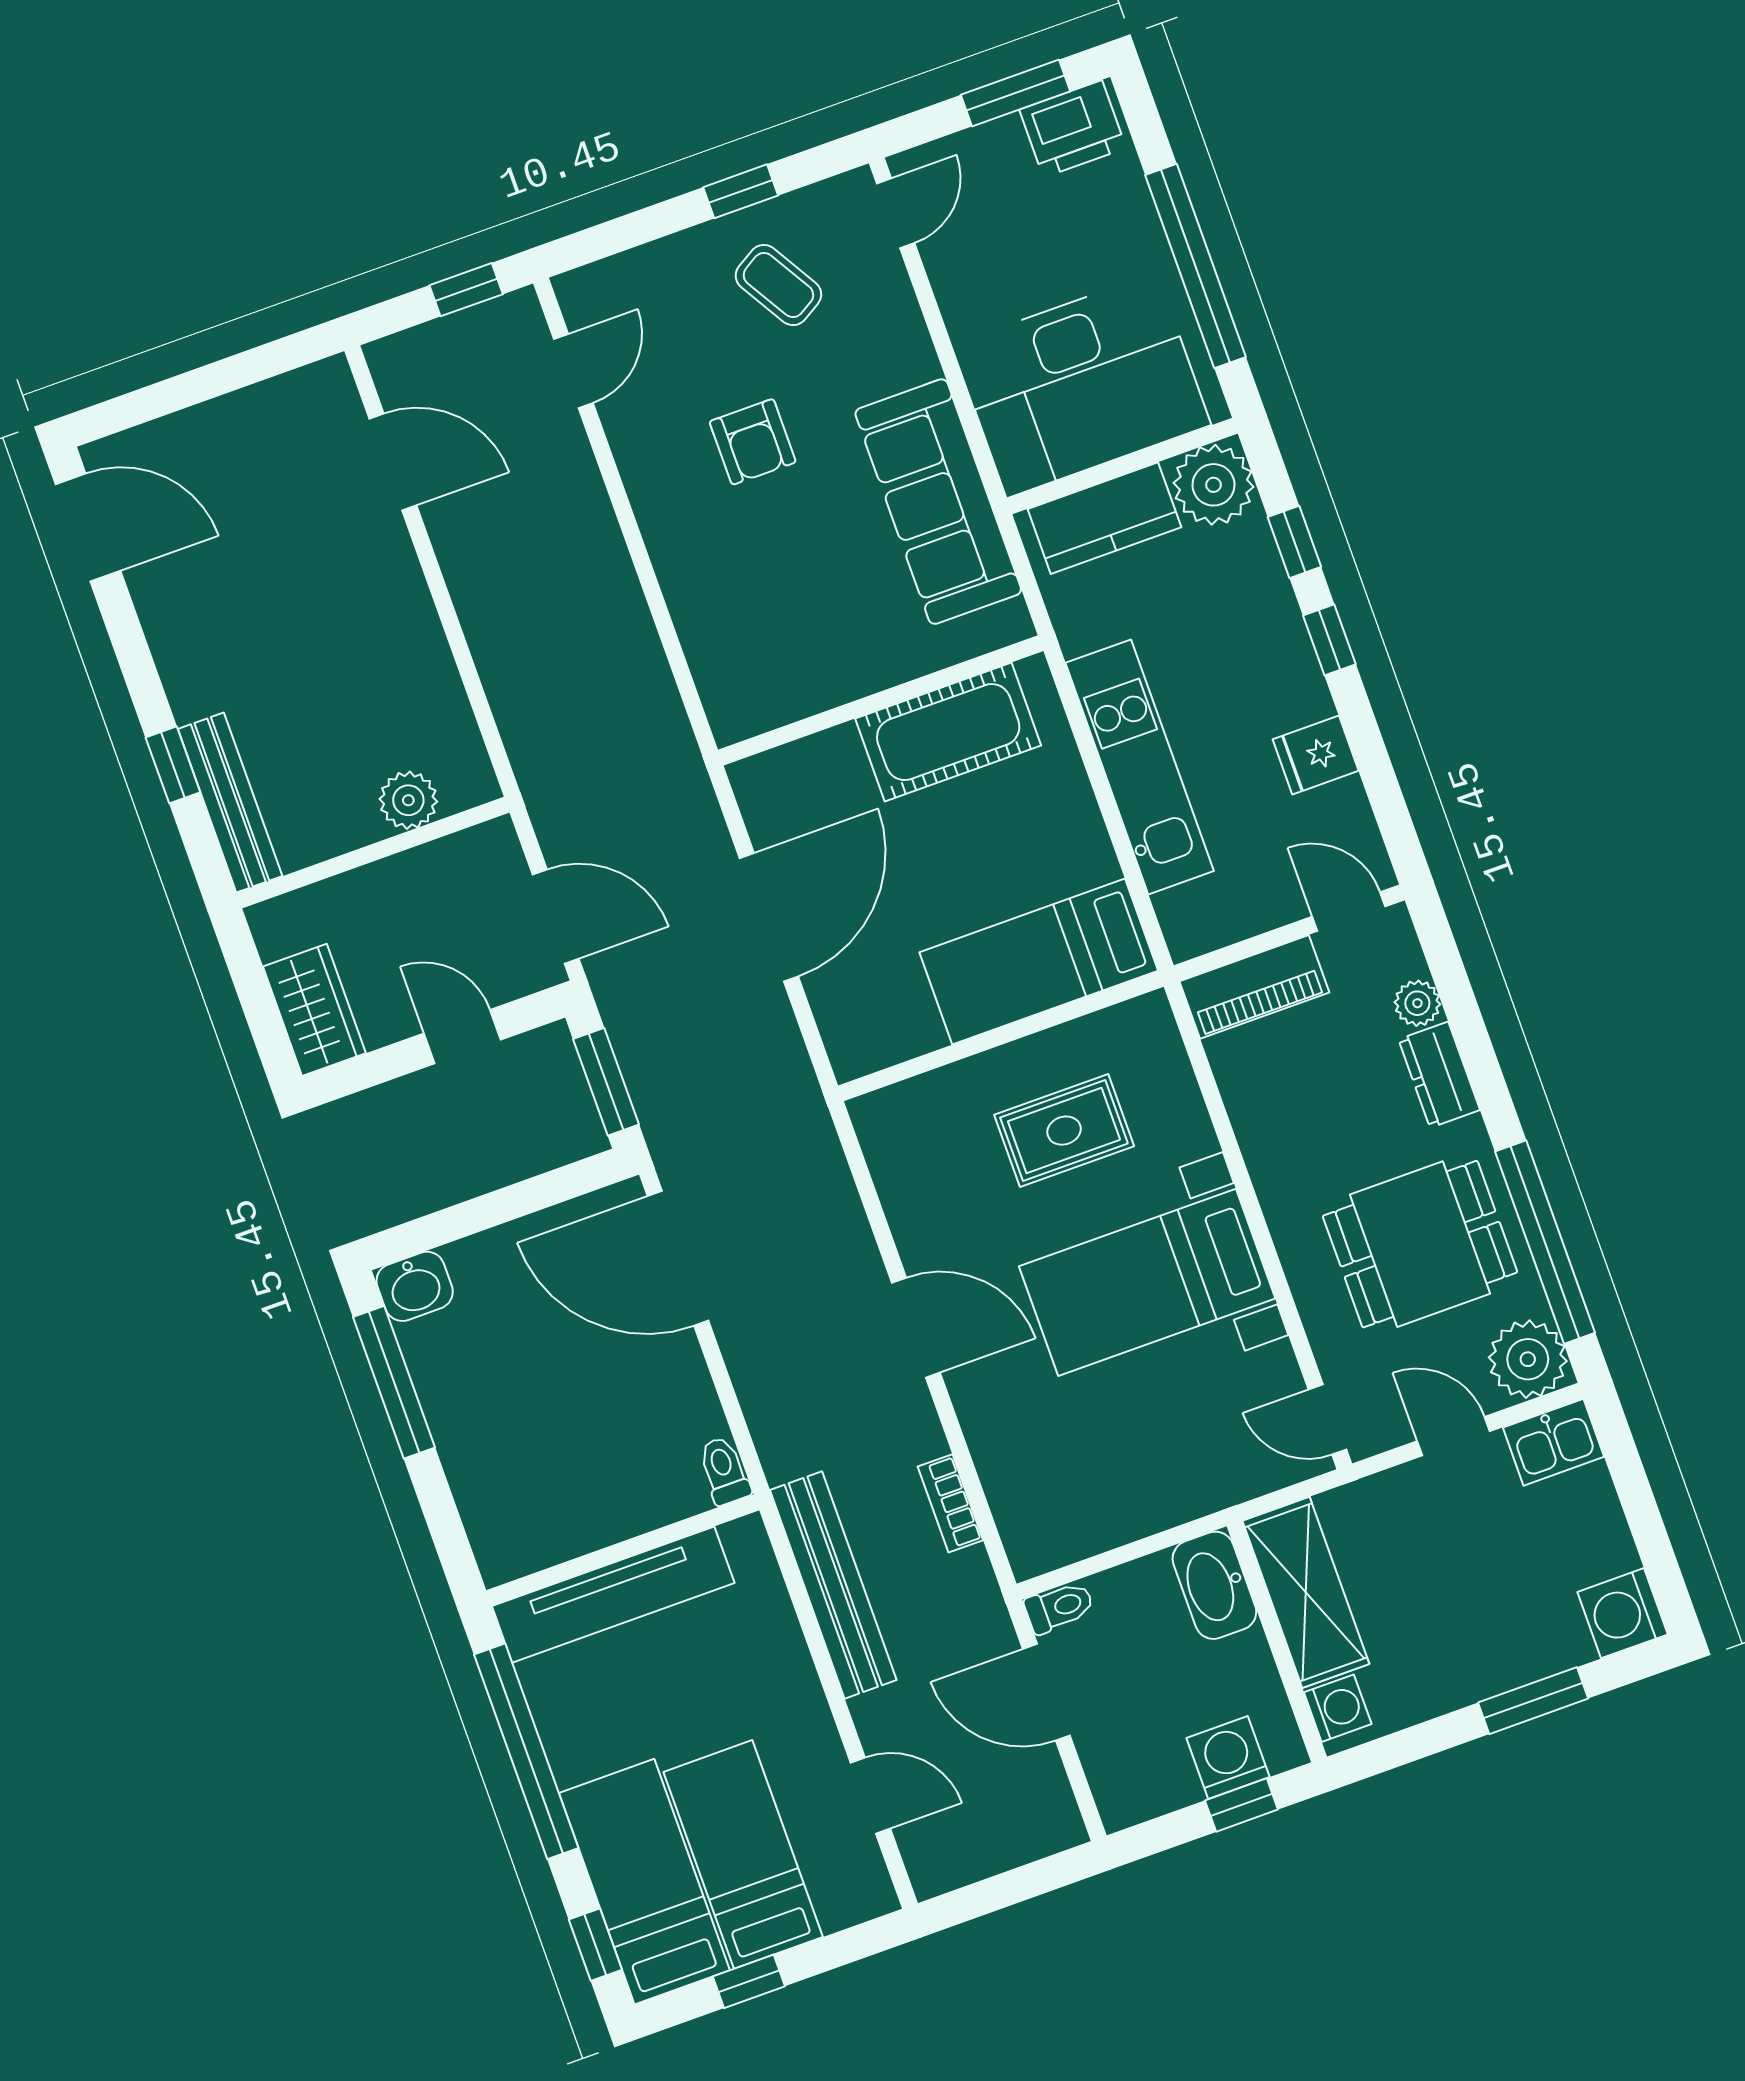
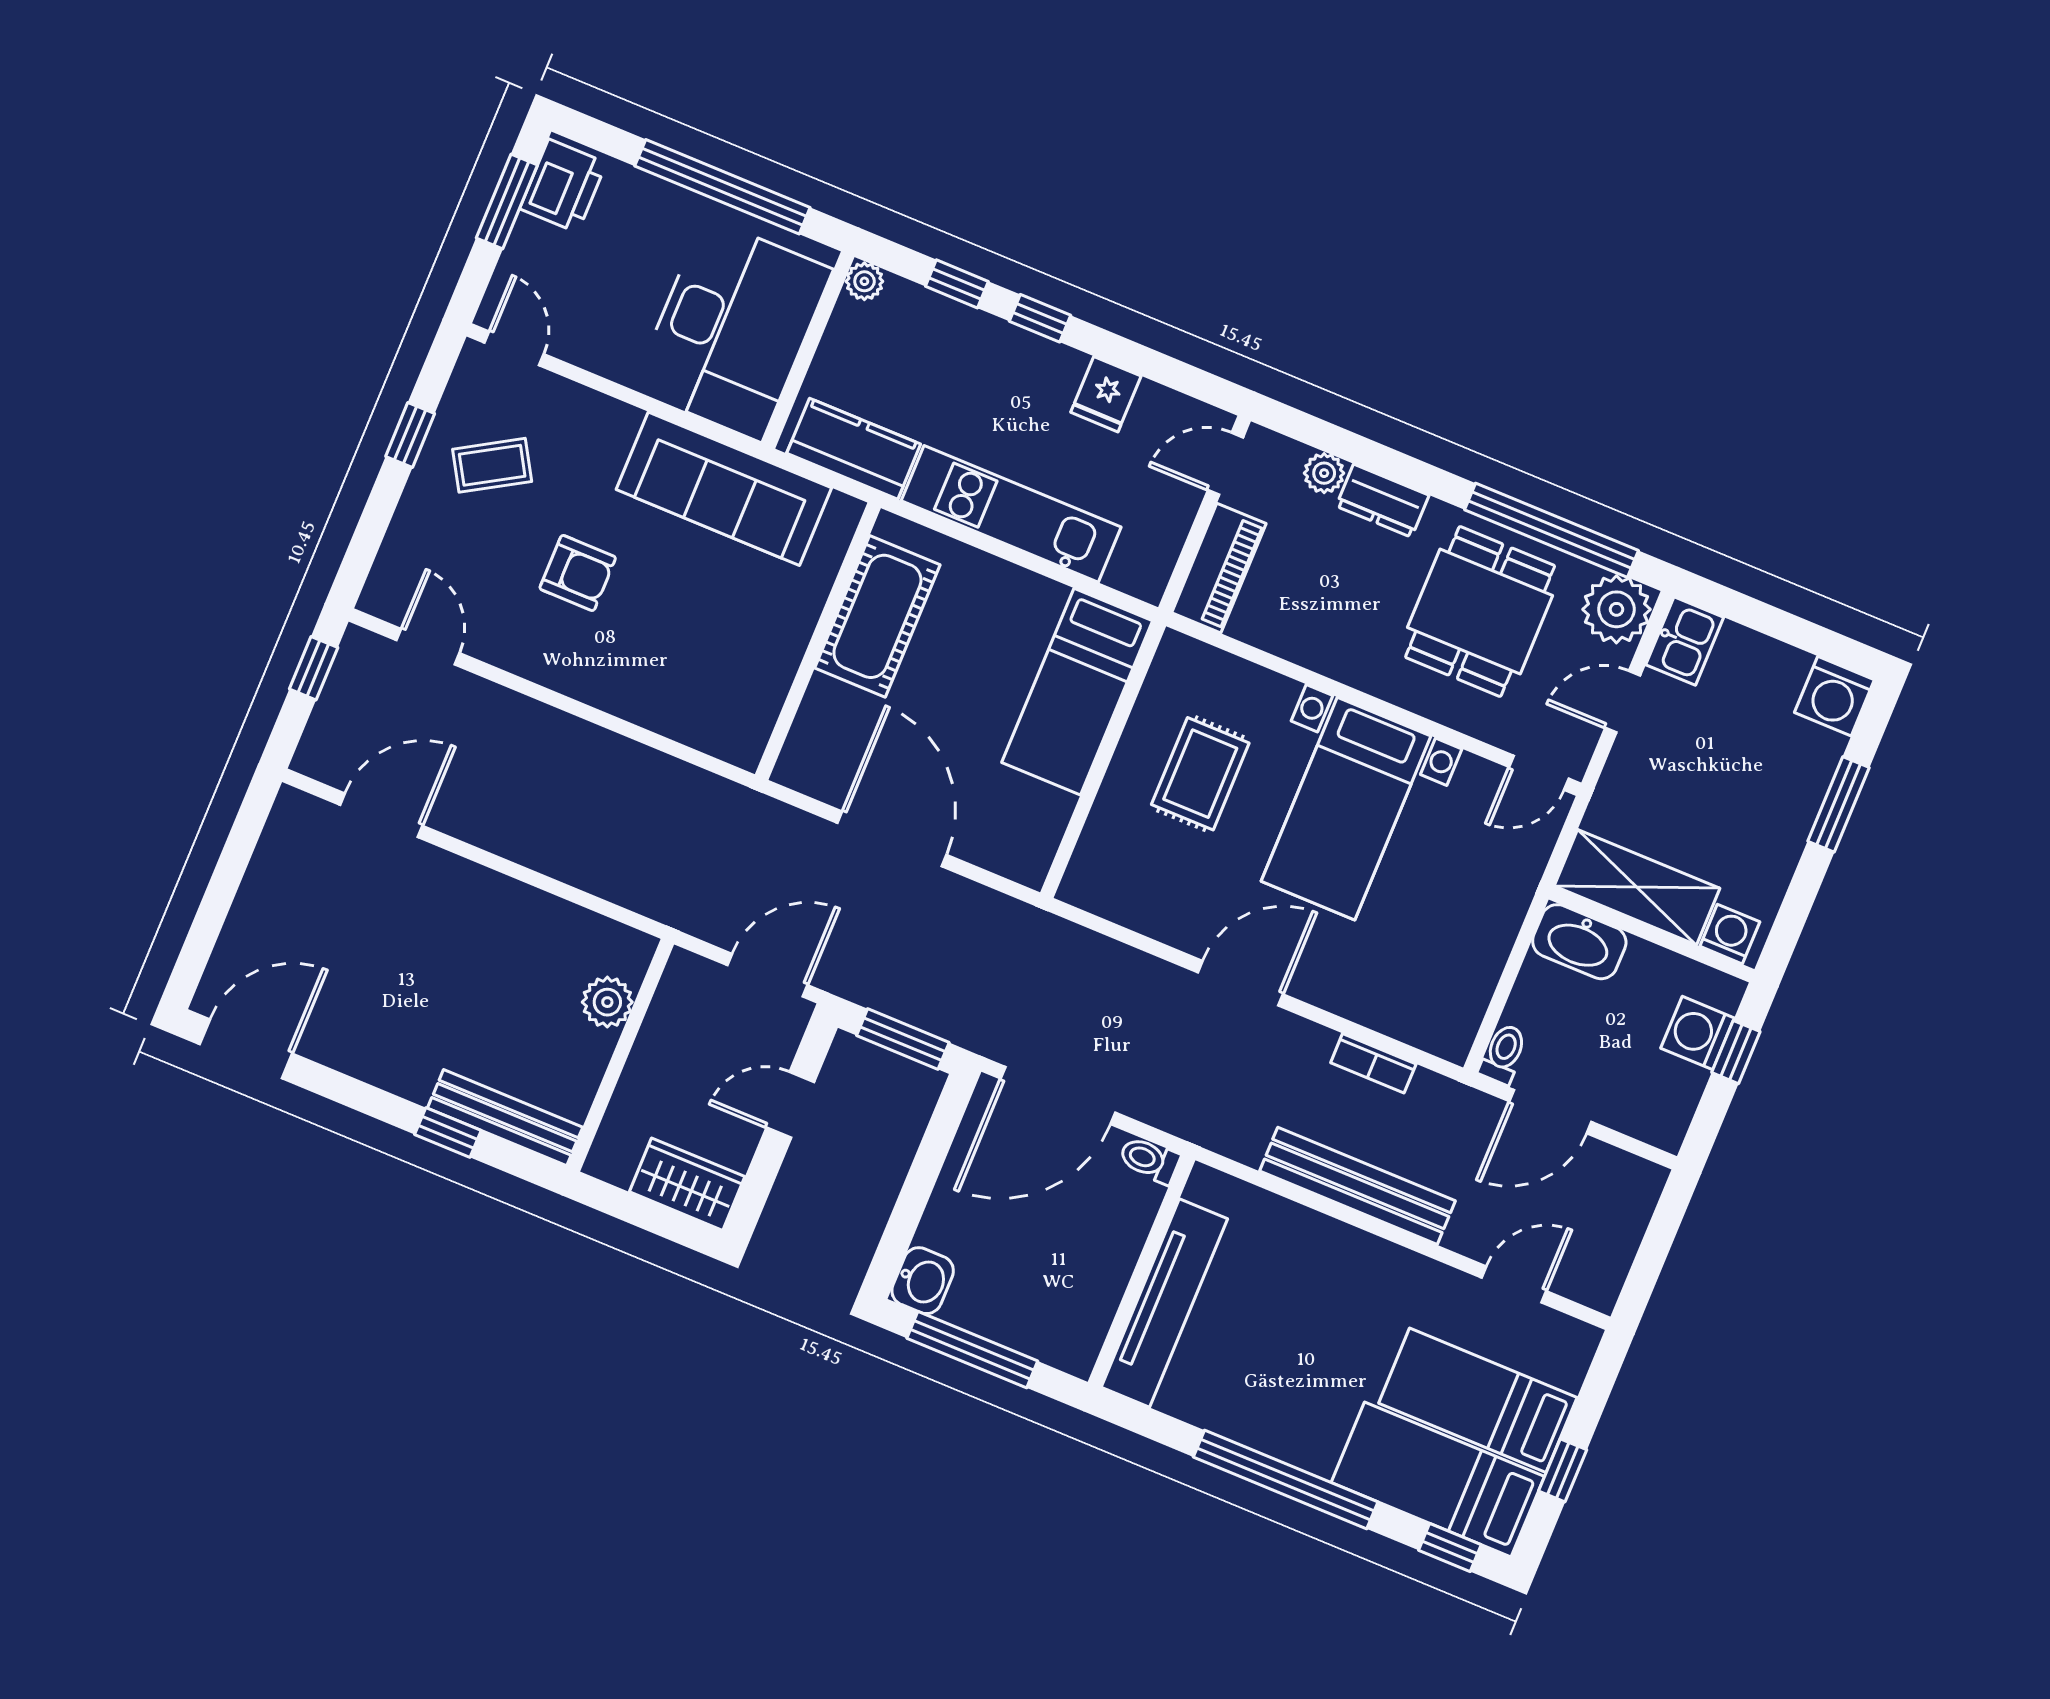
plant: (1214, 485) -> (864, 281), width x0.53, depth x0.53
kitchen counter: (1104, 518) -> (854, 449), moved, turned -90
toilet: (724, 1471) -> (1150, 1160), moved
wall: (623, 1550) -> (1142, 1271), moved
tv unit: (613, 1595) -> (1164, 1303), moved

